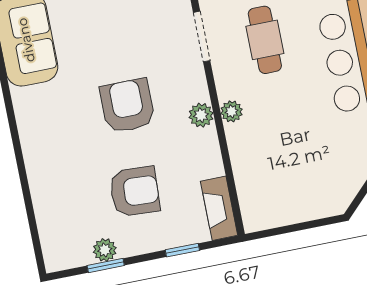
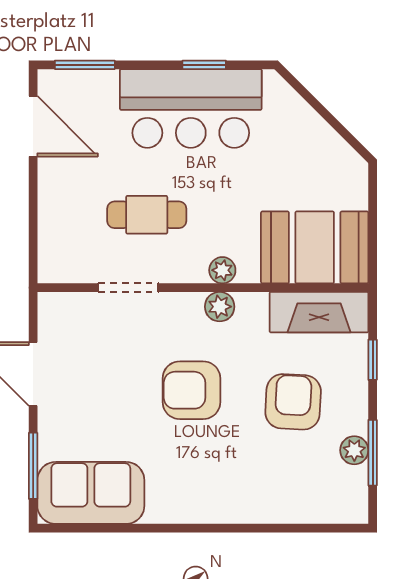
booth: (266, 184) -> (315, 247), added
fireplace: (219, 208) -> (319, 312), width x1.37, depth x1.32
window: (106, 265) -> (373, 453), width x1.50

